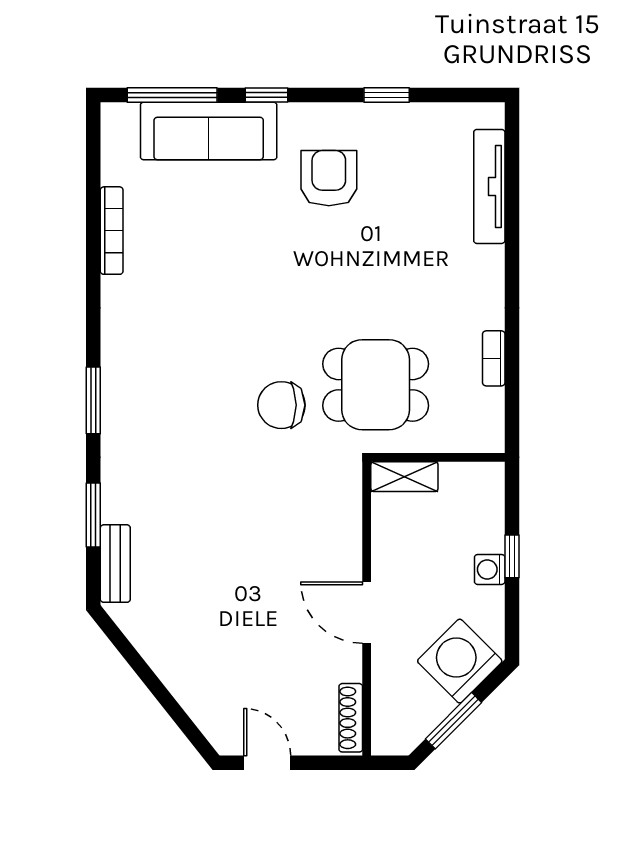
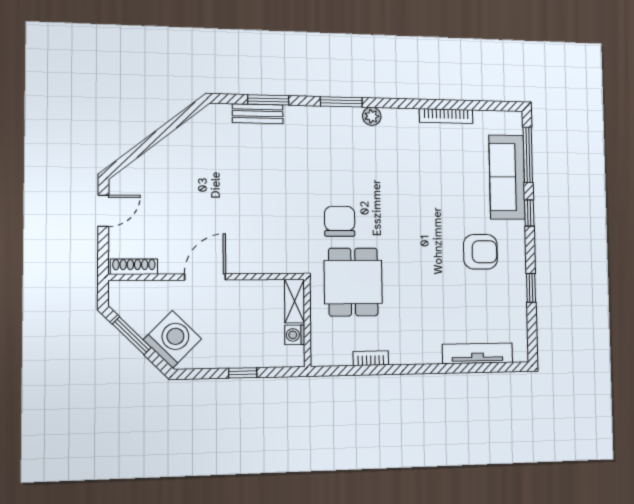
plant: (115, 352) -> (372, 116), added
bench: (115, 564) -> (258, 114), moved
washing machine: (490, 569) -> (295, 335), moved, turned -90

